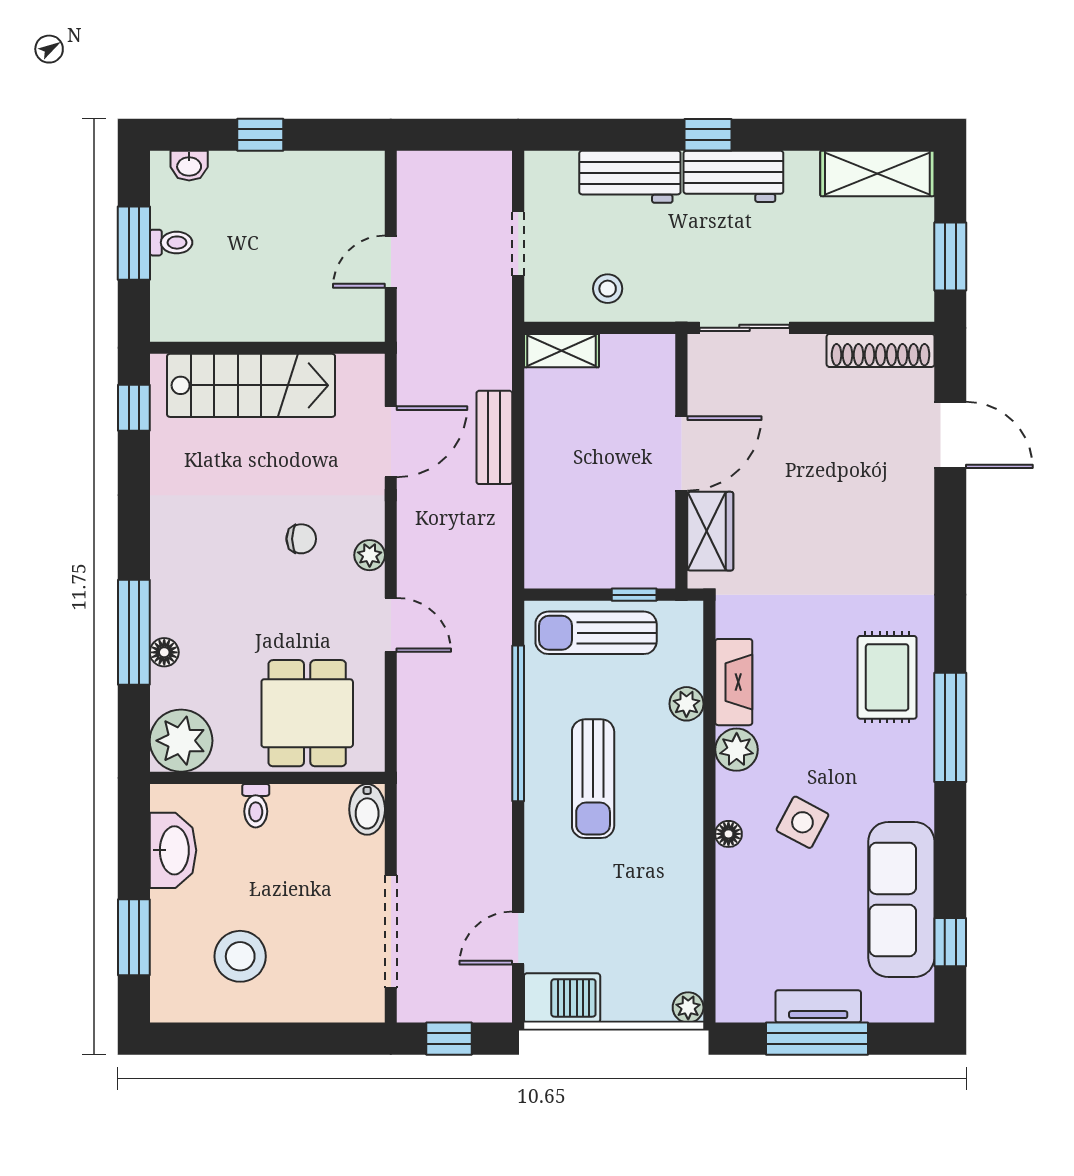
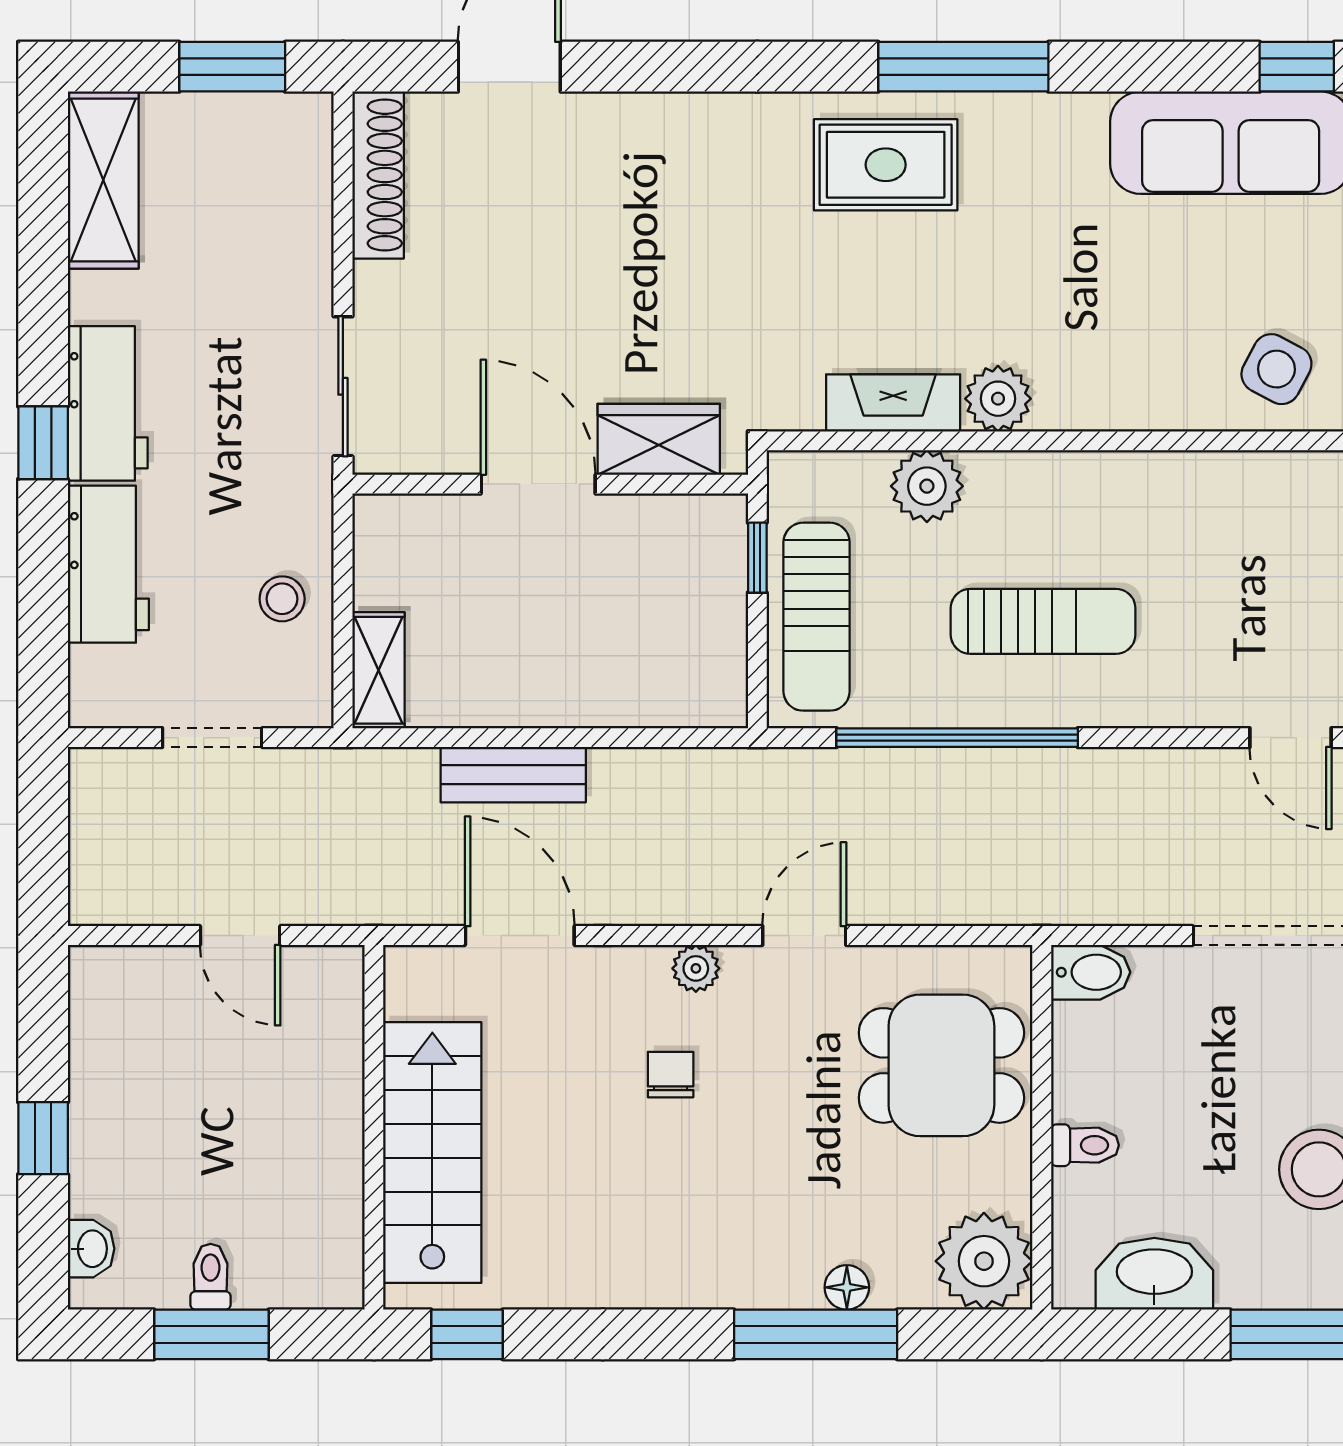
plant: (686, 704) -> (927, 486), width x1.38, depth x1.38
side table: (802, 822) -> (1276, 369), moved
floor lamp: (728, 834) -> (1129, 411), removed

